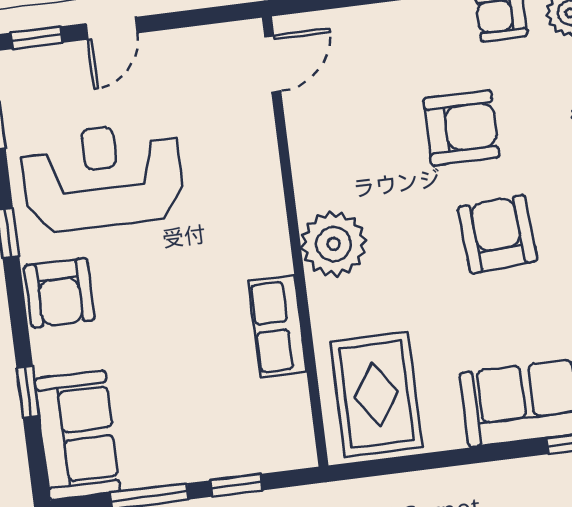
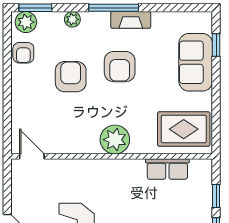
armchair: (498, 234) -> (120, 67), turned -86
row of seats: (277, 326) -> (167, 169), moved

